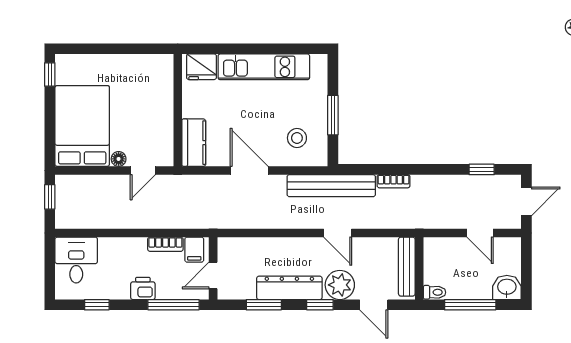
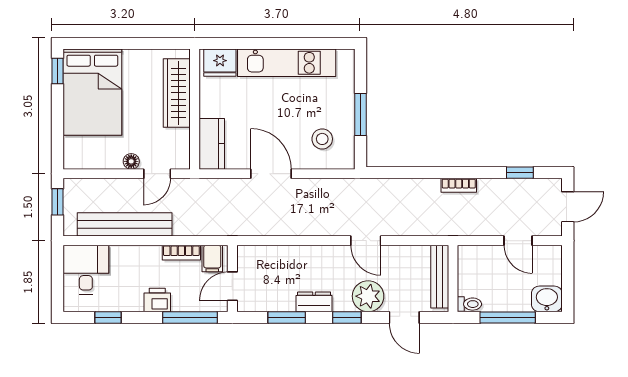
wardrobe: (161, 95) -> (177, 93), added
bed: (82, 126) -> (92, 92), moved, turned 180
bookcase: (394, 181) -> (459, 185), moved
bench: (331, 186) -> (125, 224), moved
dresser: (289, 288) -> (314, 302), width x0.51, depth x0.80

